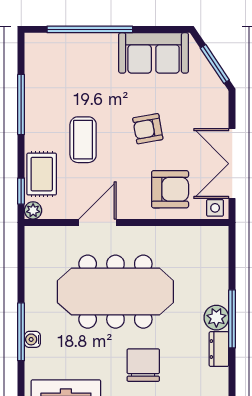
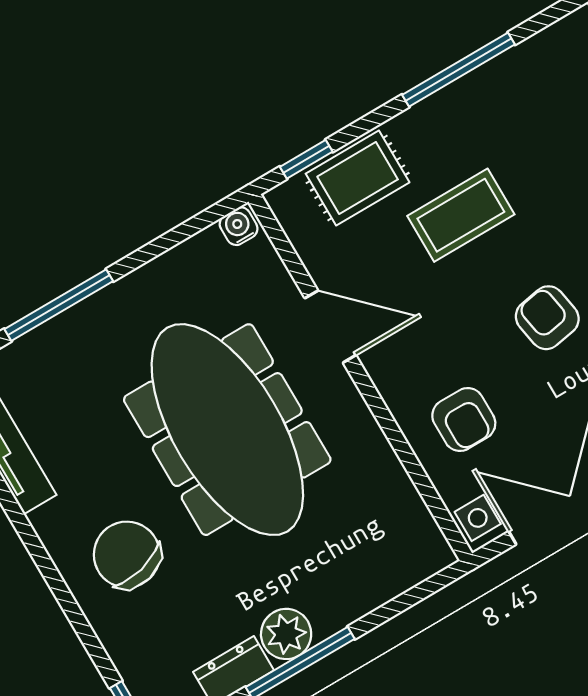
armchair: (170, 189) -> (464, 420), width x0.72, depth x0.72
plant: (33, 210) -> (285, 201), removed
water cooler: (32, 339) -> (239, 226), moved
chair: (143, 365) -> (127, 555), turned -104

